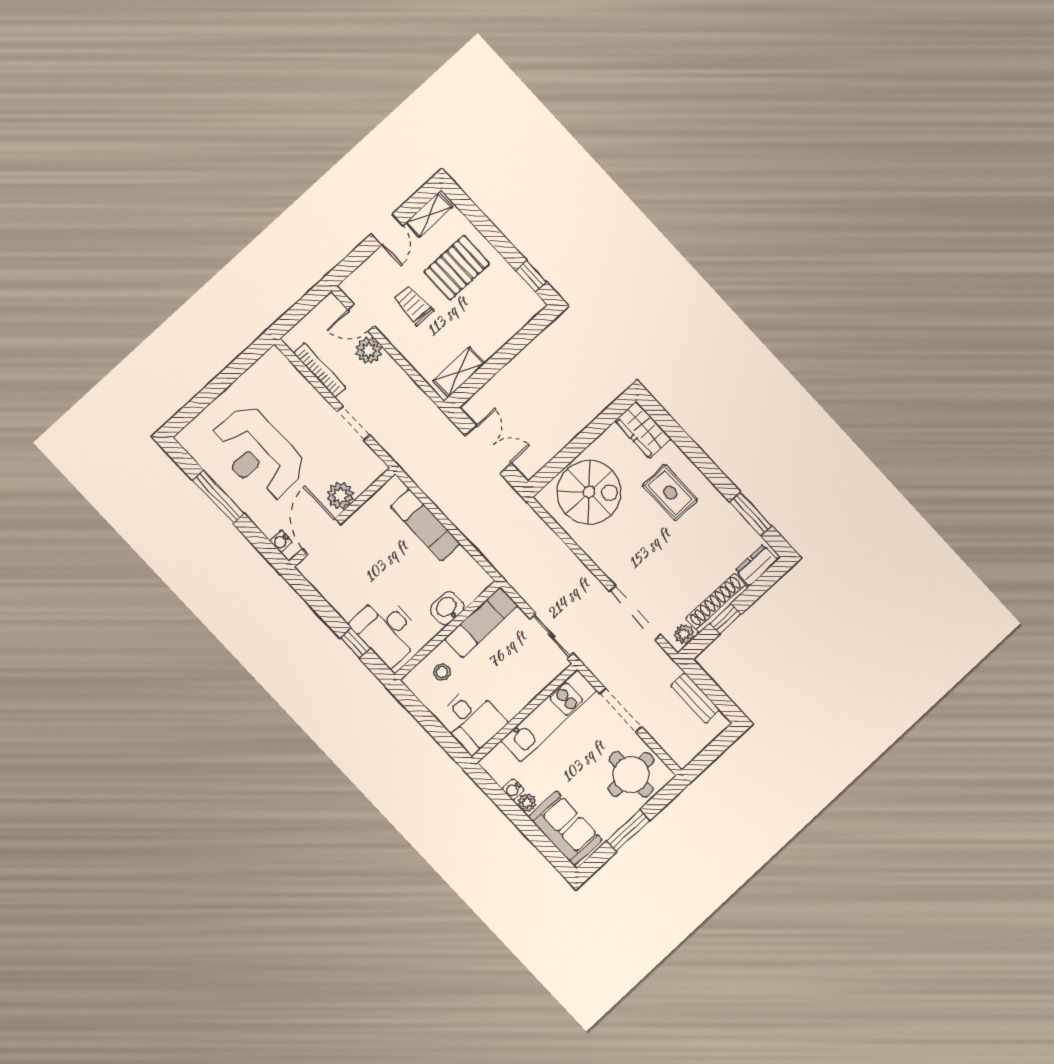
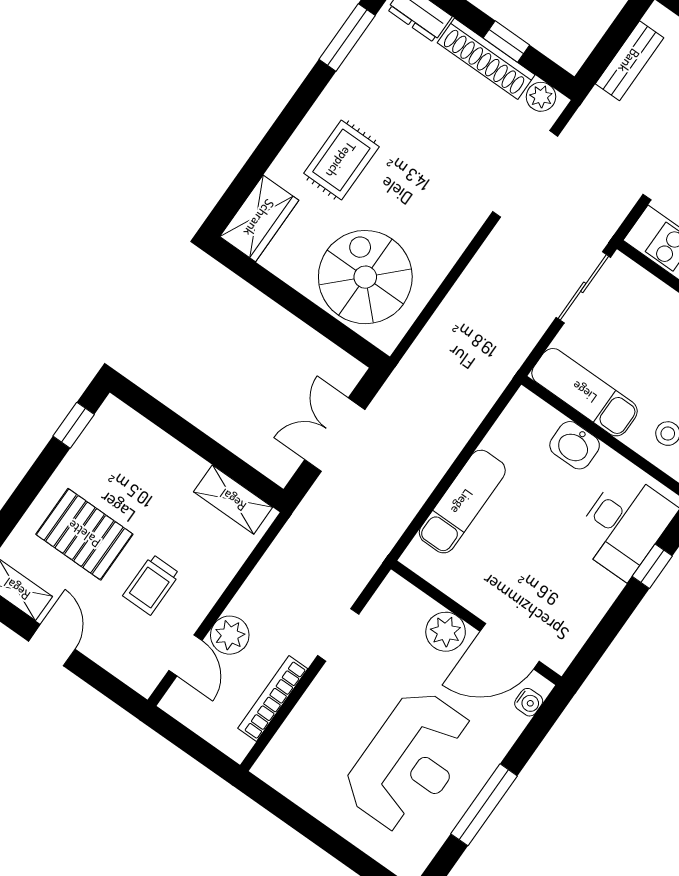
door: (387, 230) -> (52, 645), hinge flipped

